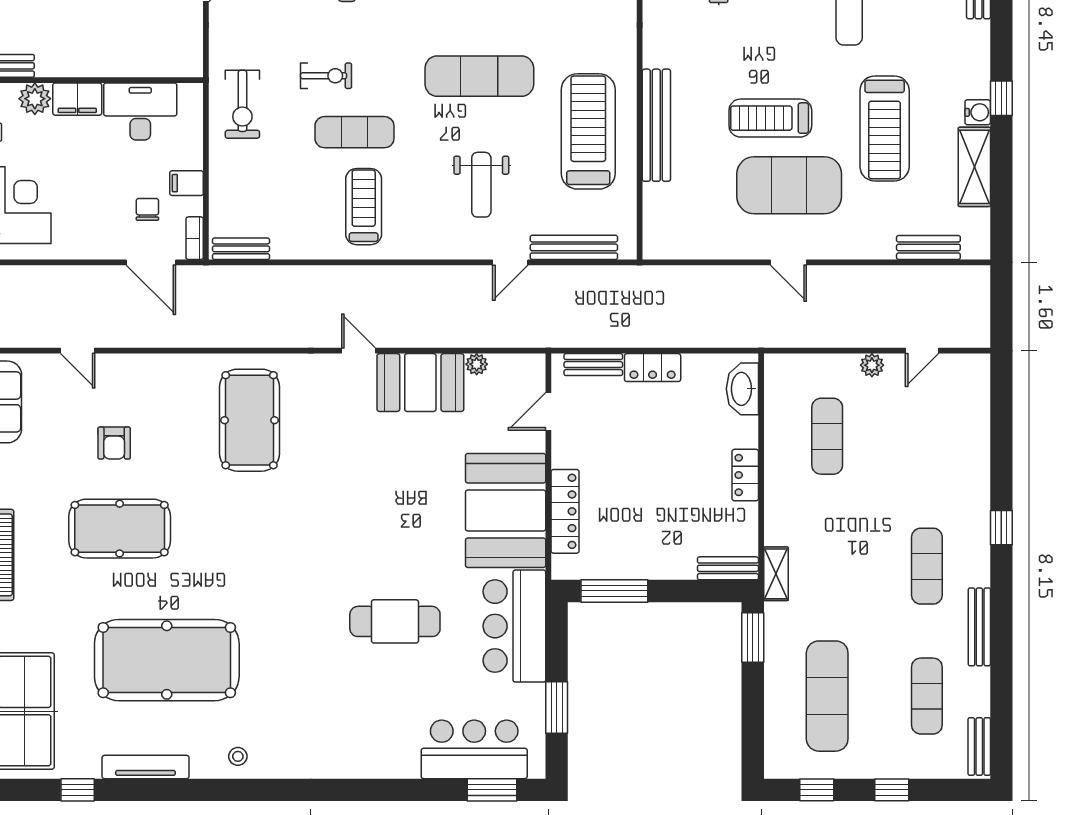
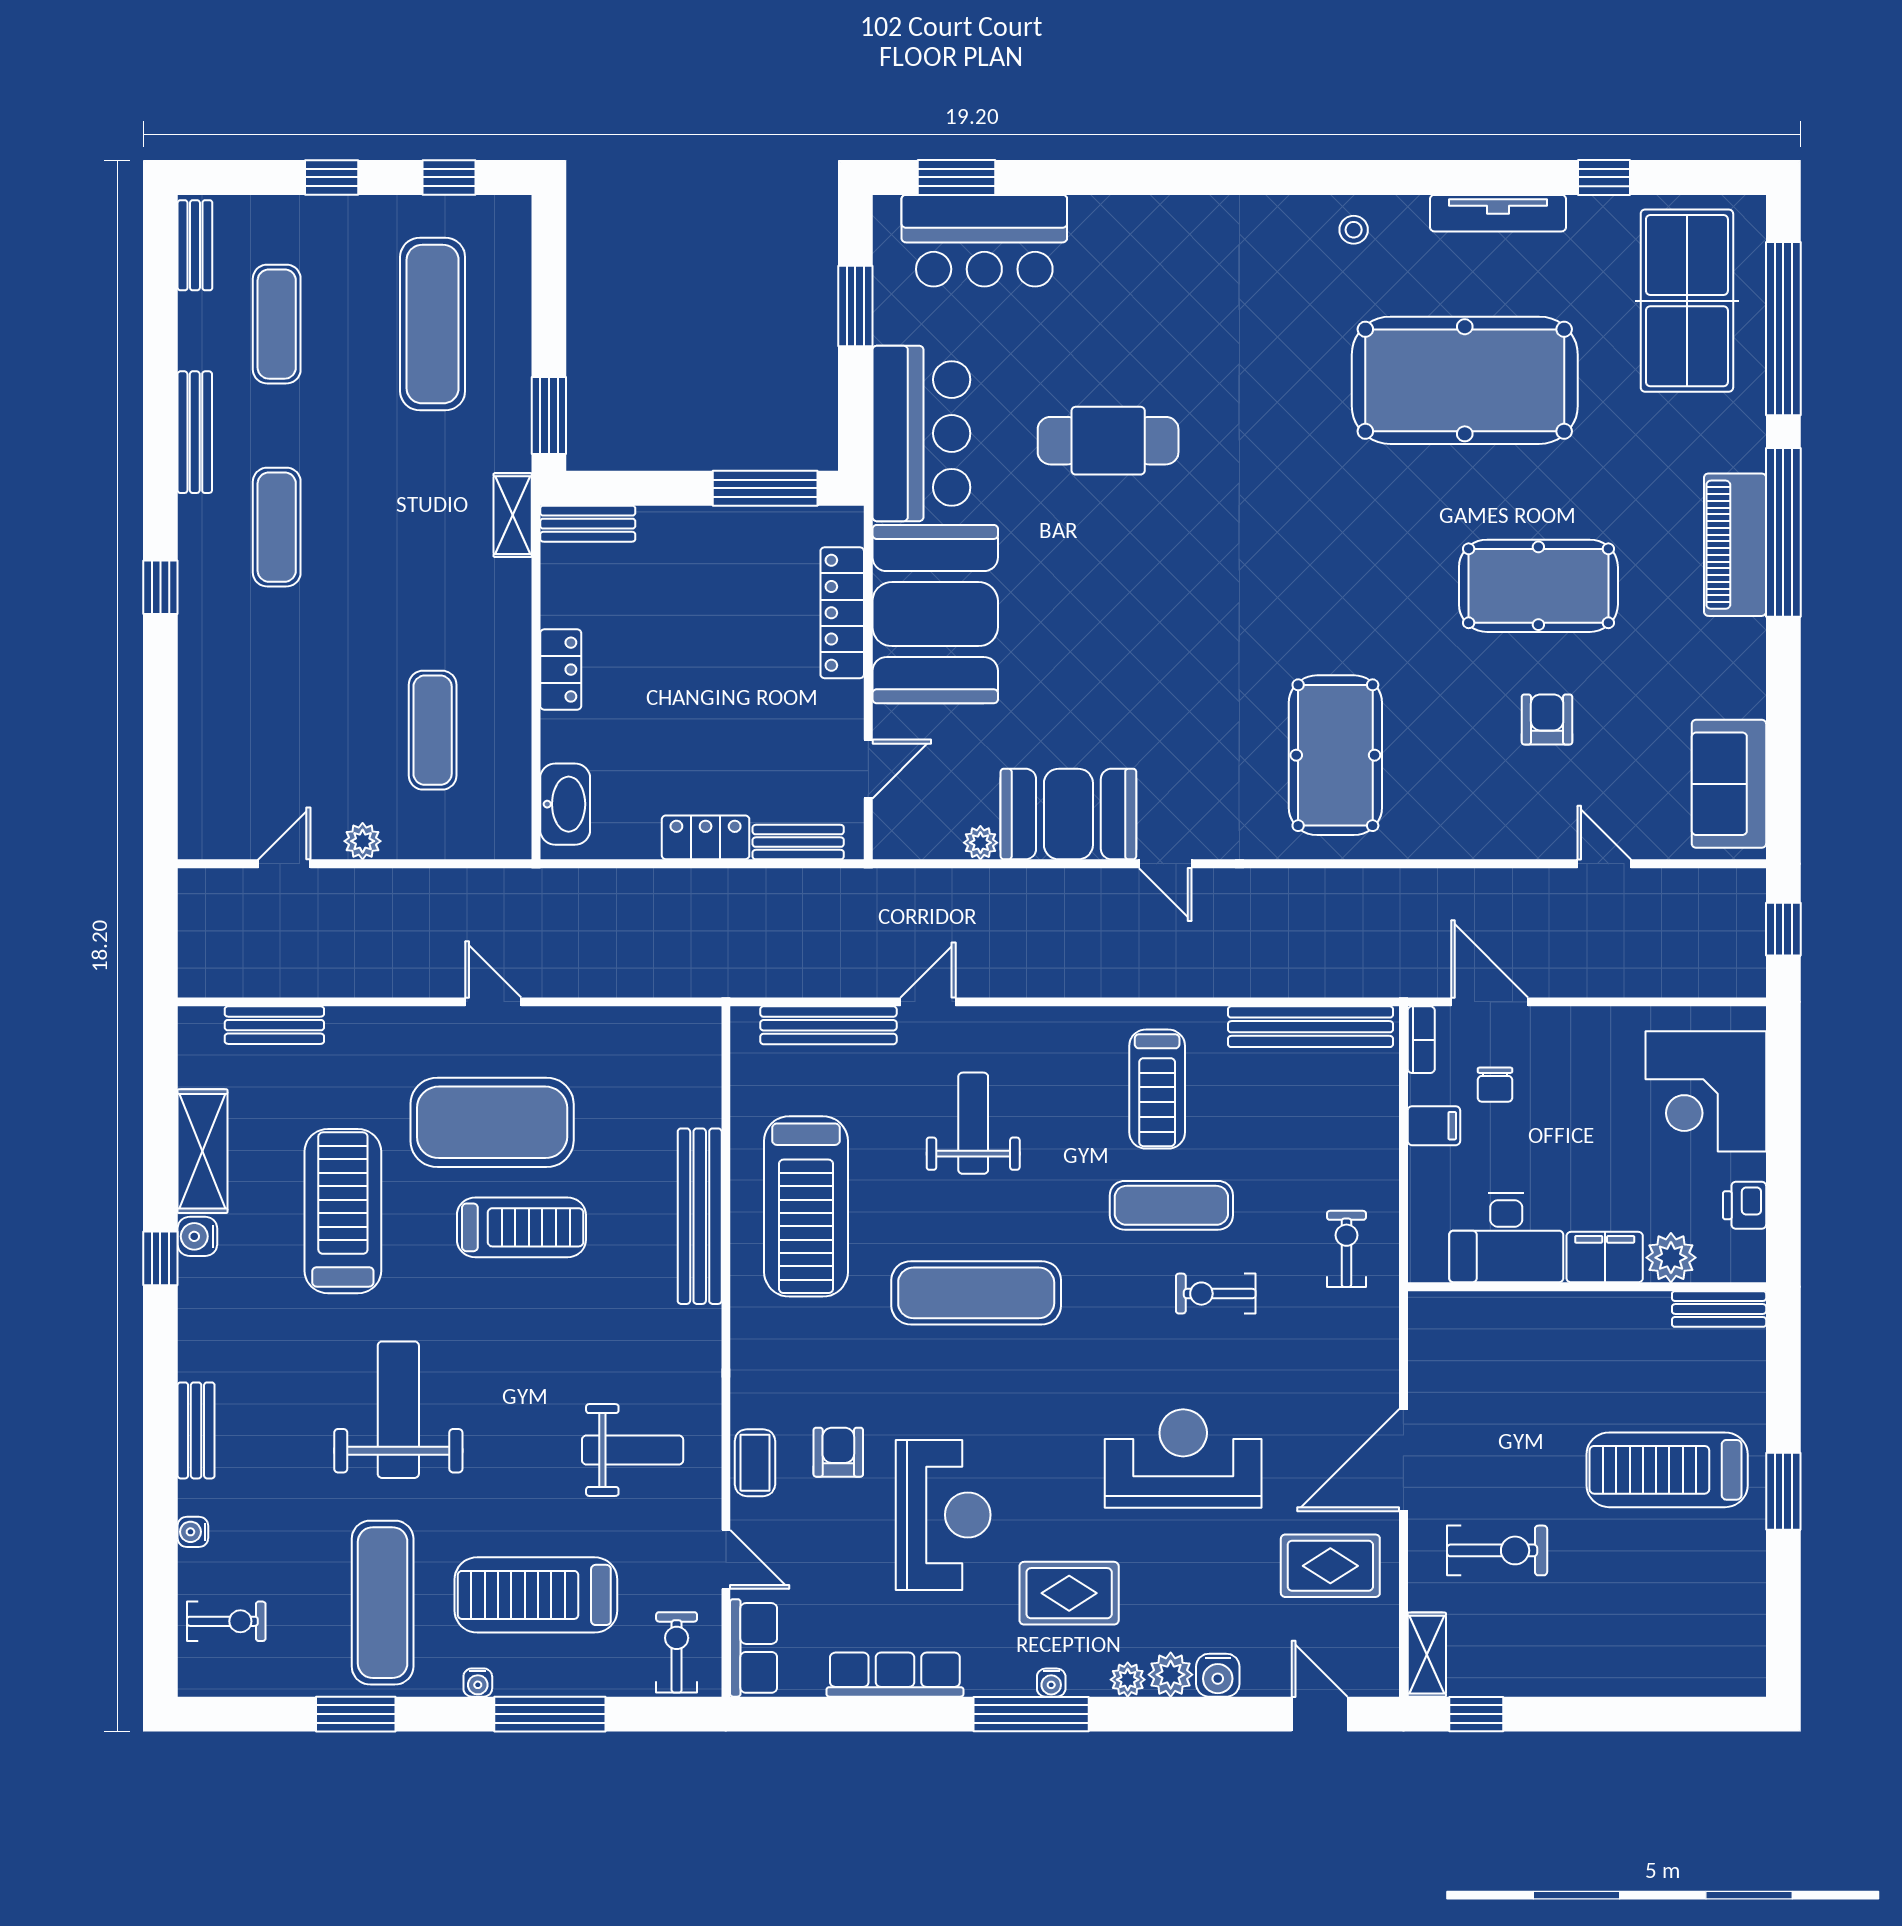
exercise bike: (242, 104) -> (1346, 1249), width x0.73, depth x0.72
bench: (241, 249) -> (1311, 1027), width x1.86, depth x1.21

